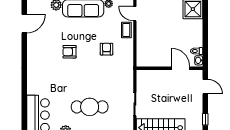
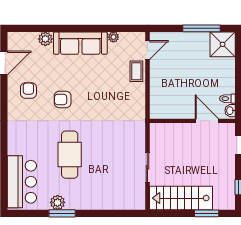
door: (135, 14) -> (147, 50), swing flipped
armchair: (106, 49) -> (28, 91), moved
cafe table: (90, 107) -> (70, 155), moved, turned 90

